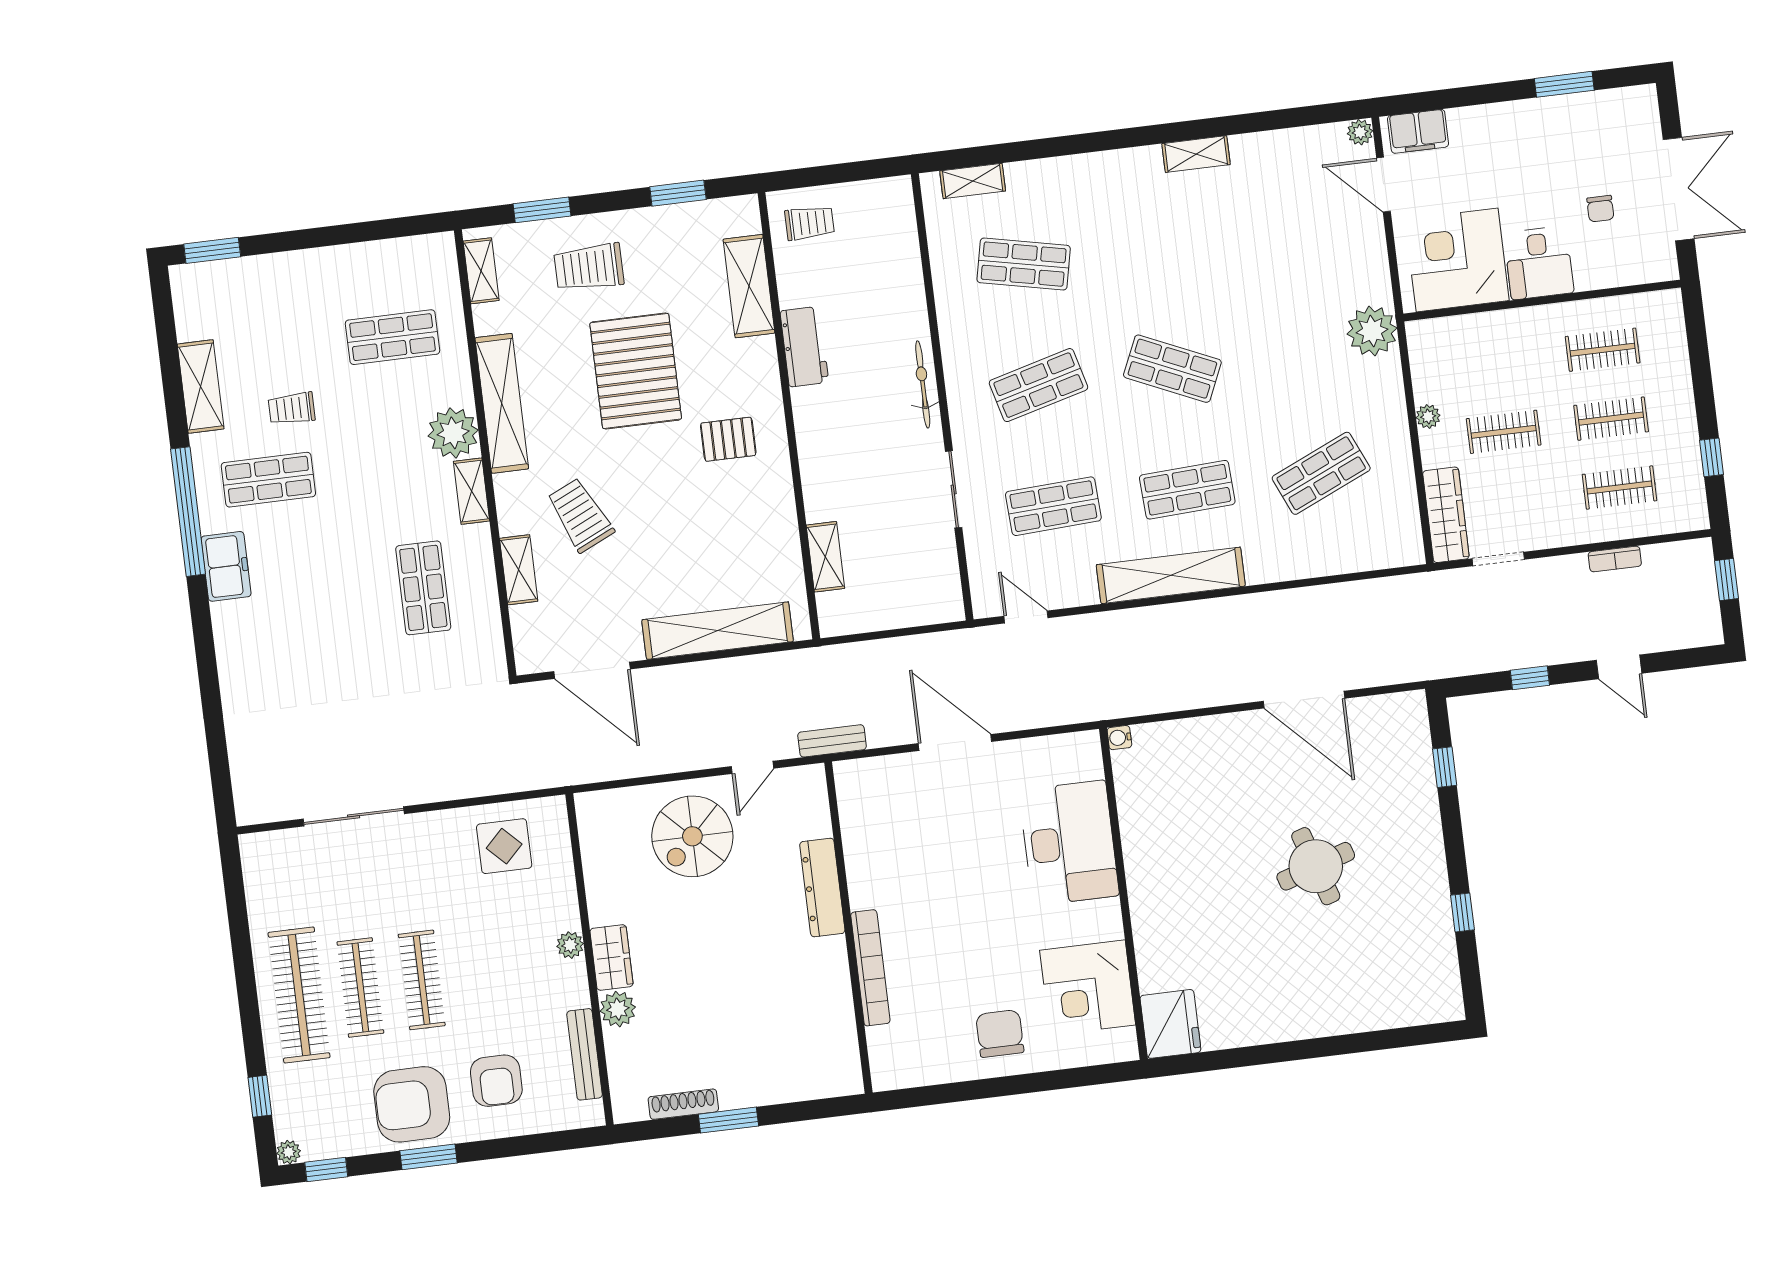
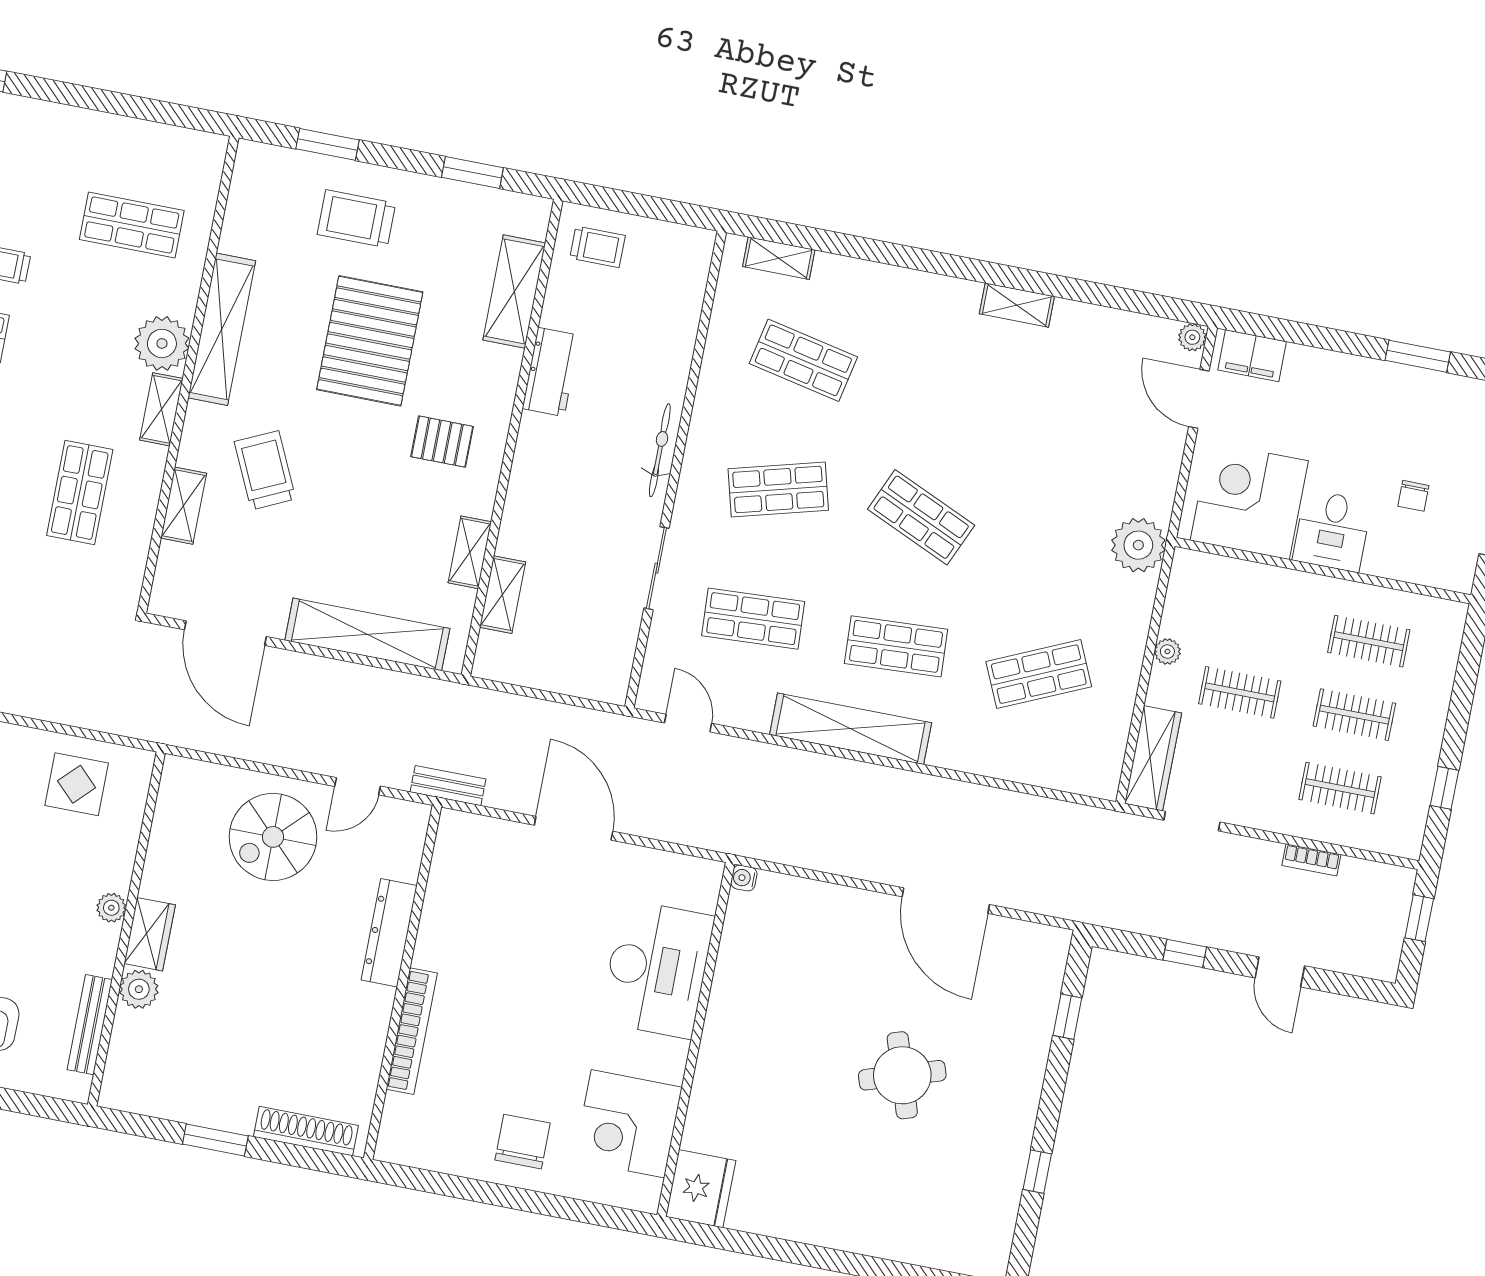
shelving: (481, 271) -> (470, 552), moved
shoe rack: (683, 1104) -> (306, 1131), moved, width x1.36, depth x1.24

